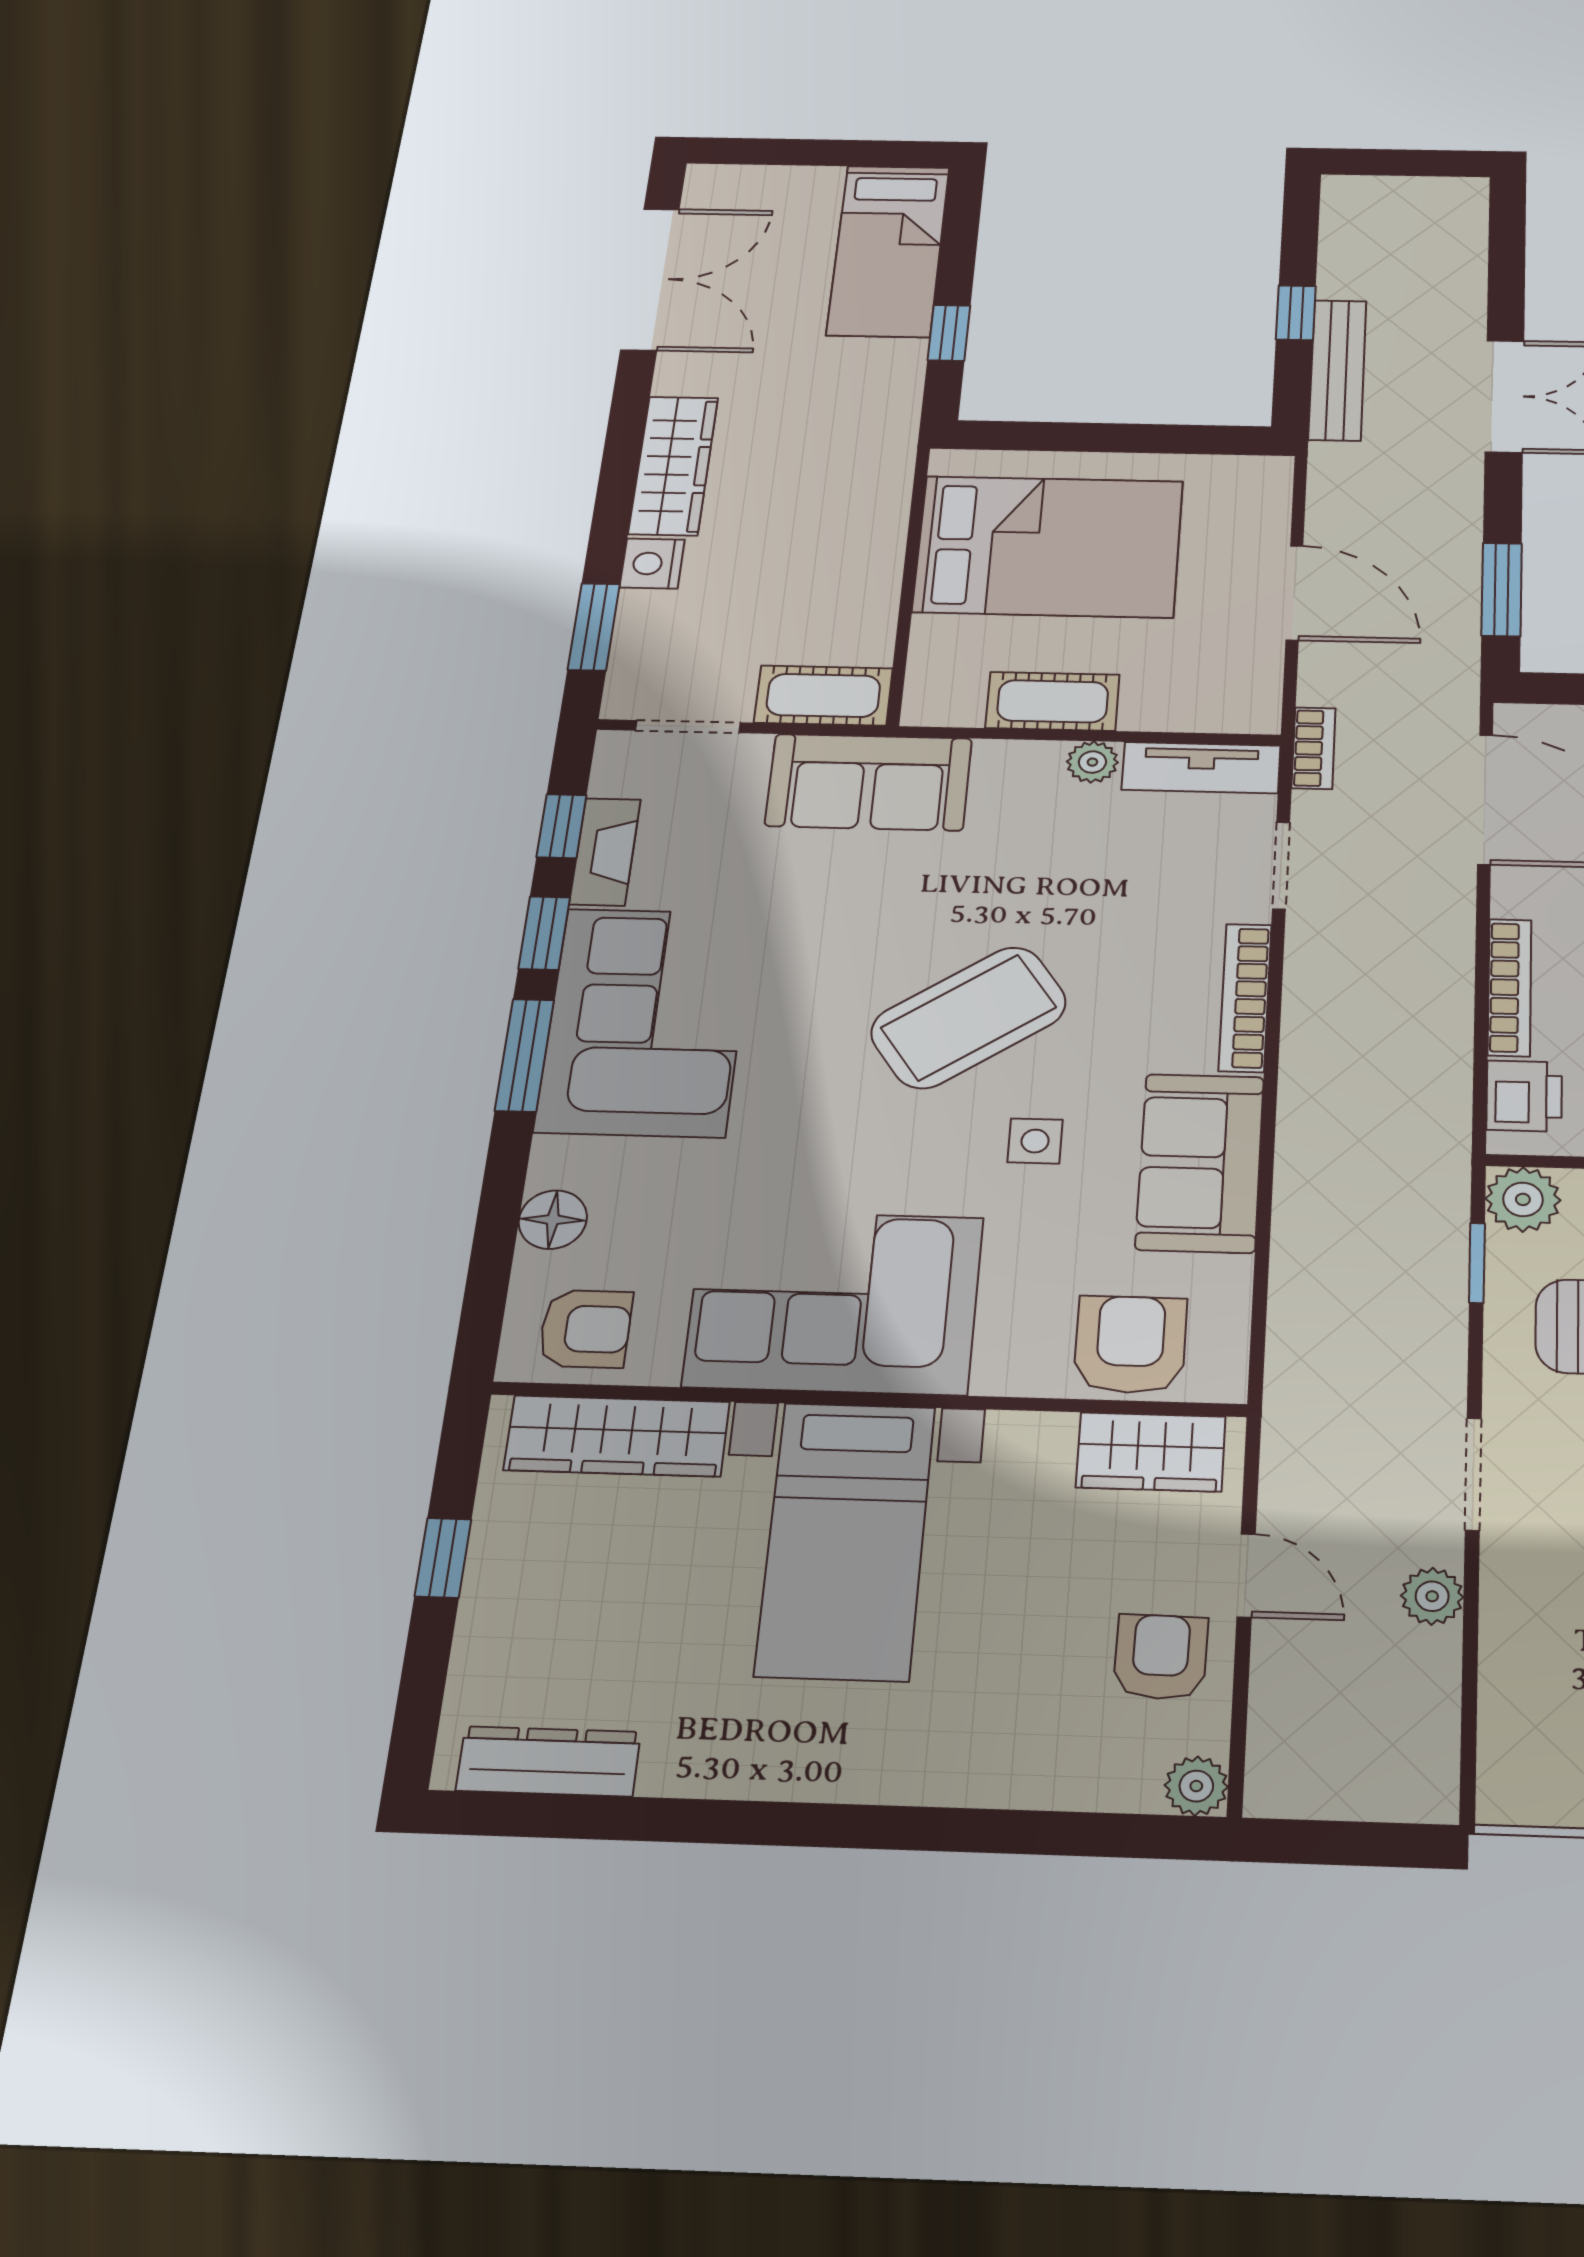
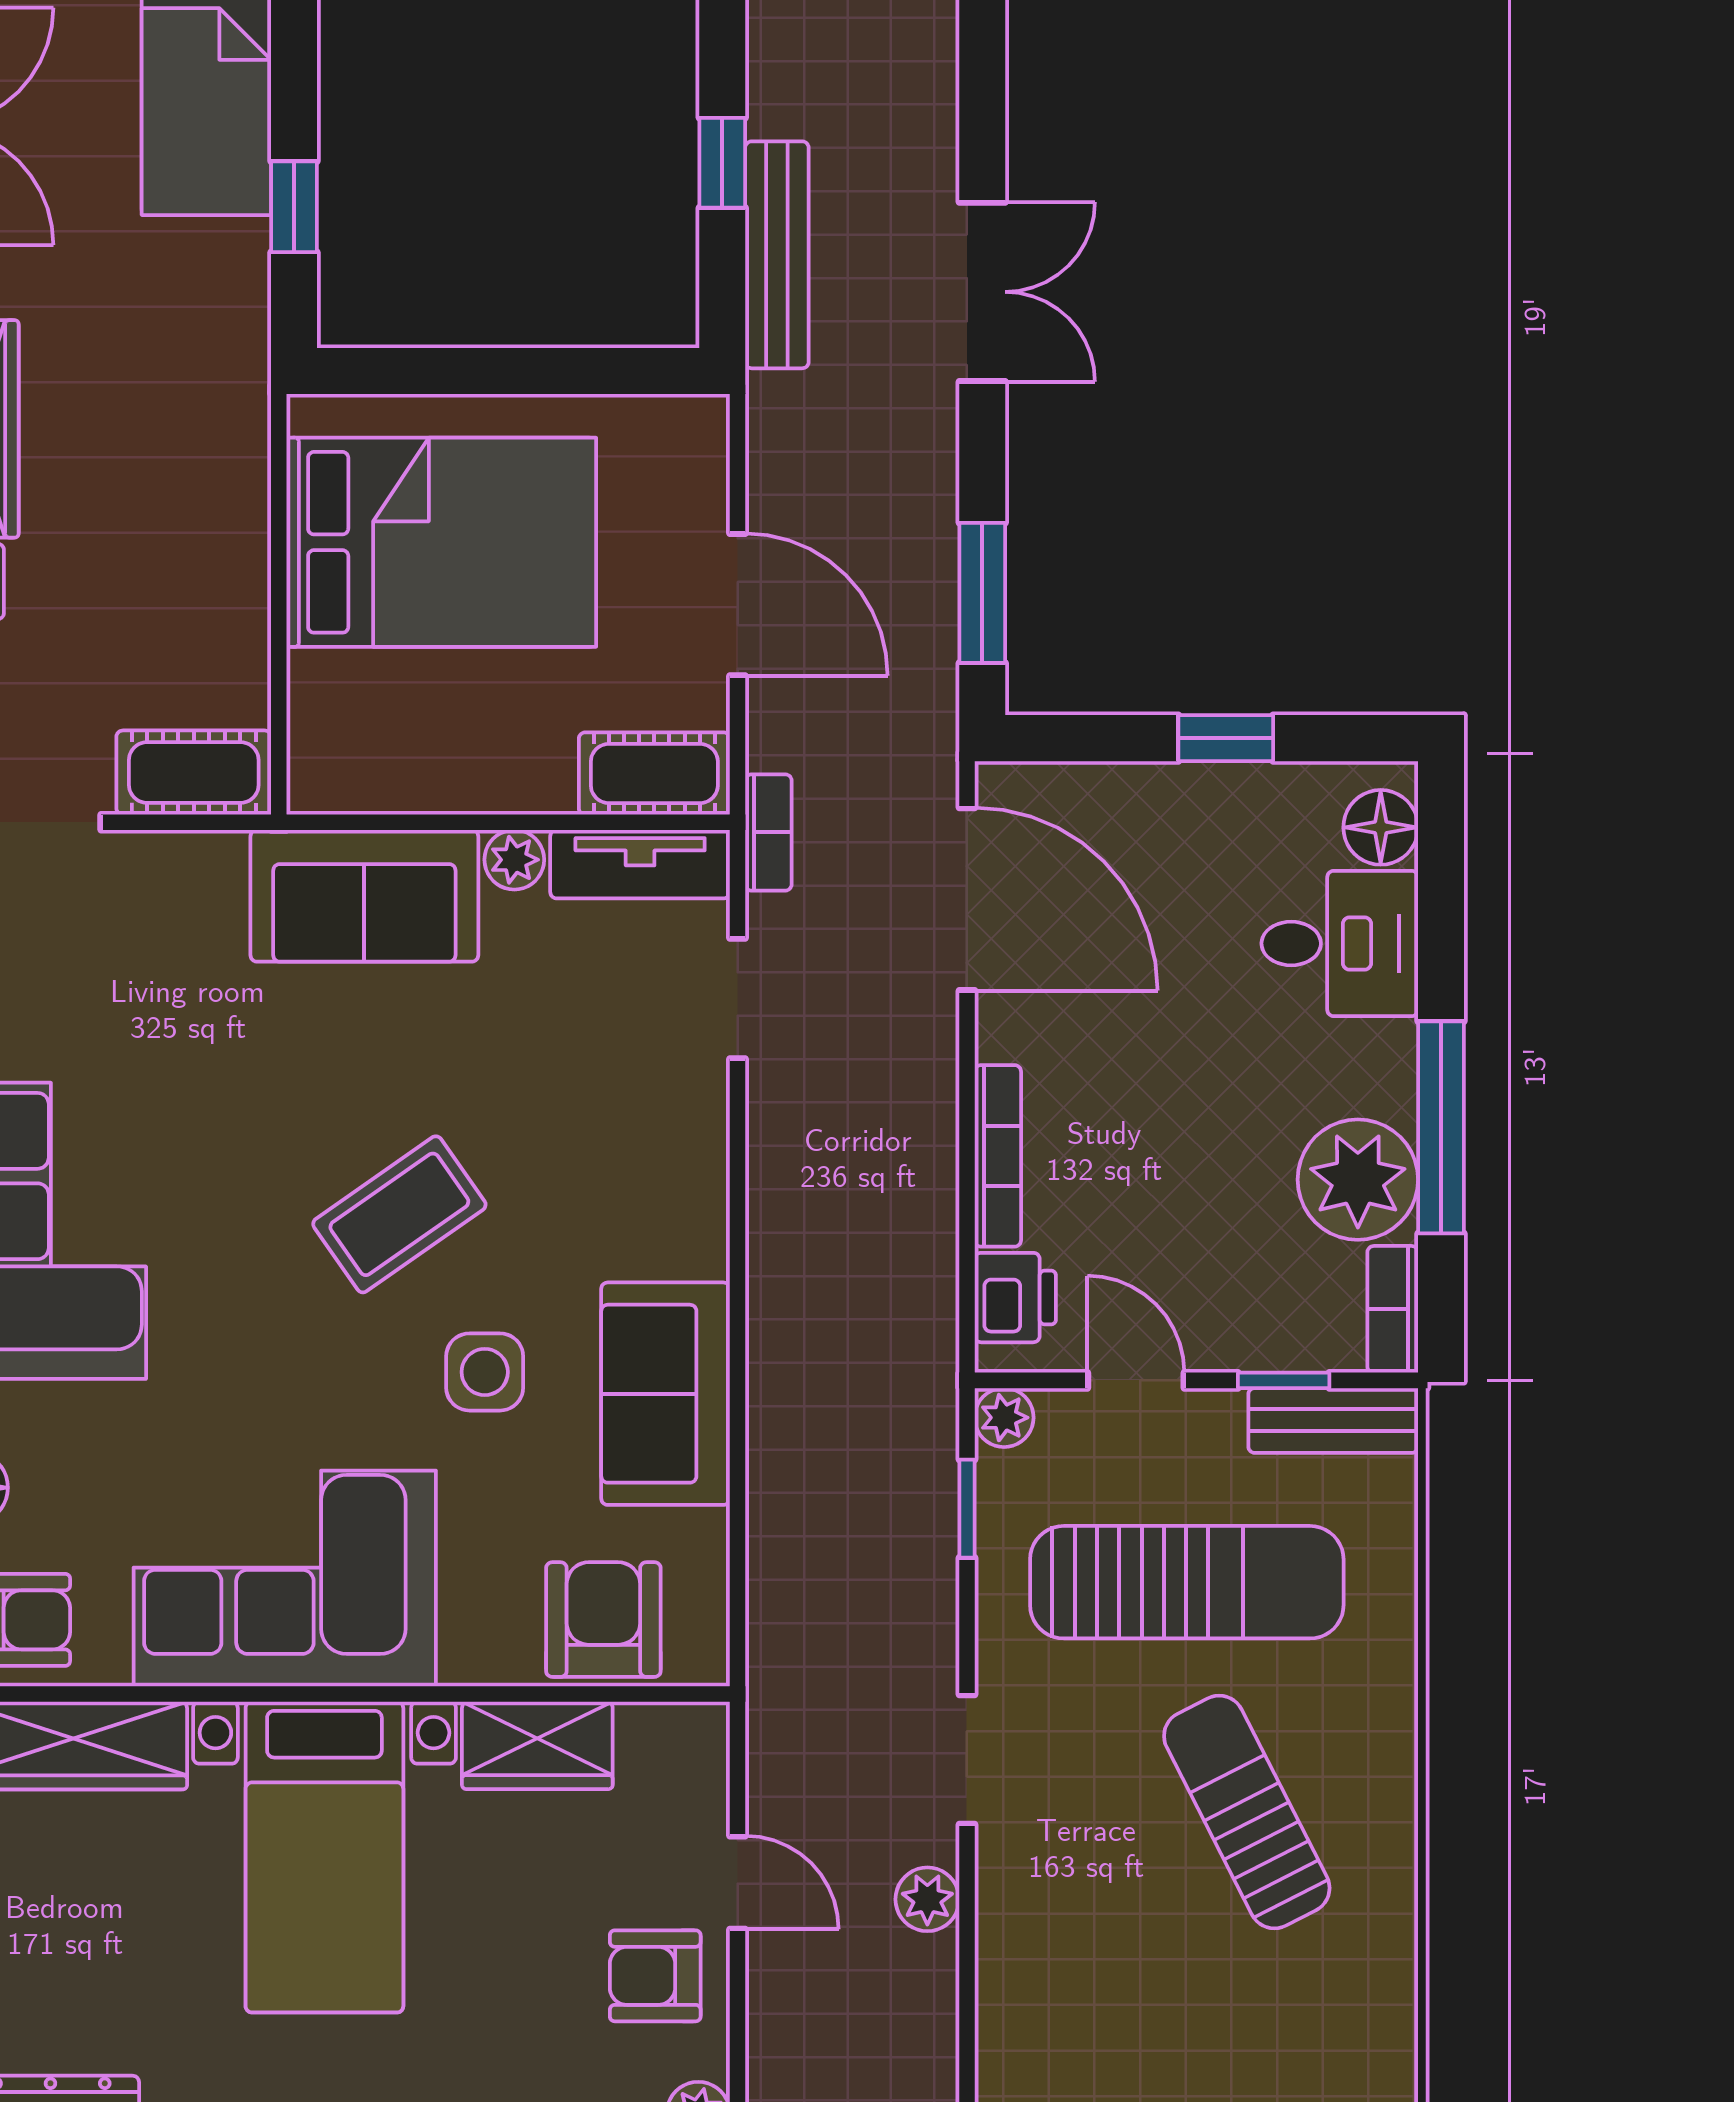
cot: (1053, 701) -> (654, 773), moved
sofa: (869, 782) -> (364, 896), moved
bookcase: (1245, 998) -> (705, 1179), removed
coffee table: (969, 1017) -> (399, 1214), width x0.73, depth x0.76
side table: (1035, 1141) -> (485, 1372), width x1.37, depth x1.37
plant: (1523, 1199) -> (1004, 1418), width x0.73, depth x0.73
wardrobe: (1151, 1452) -> (537, 1745), moved
armchair: (1161, 1657) -> (655, 1976), turned -91

